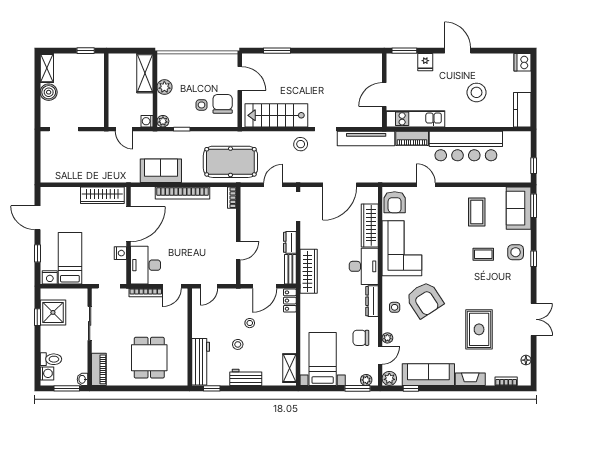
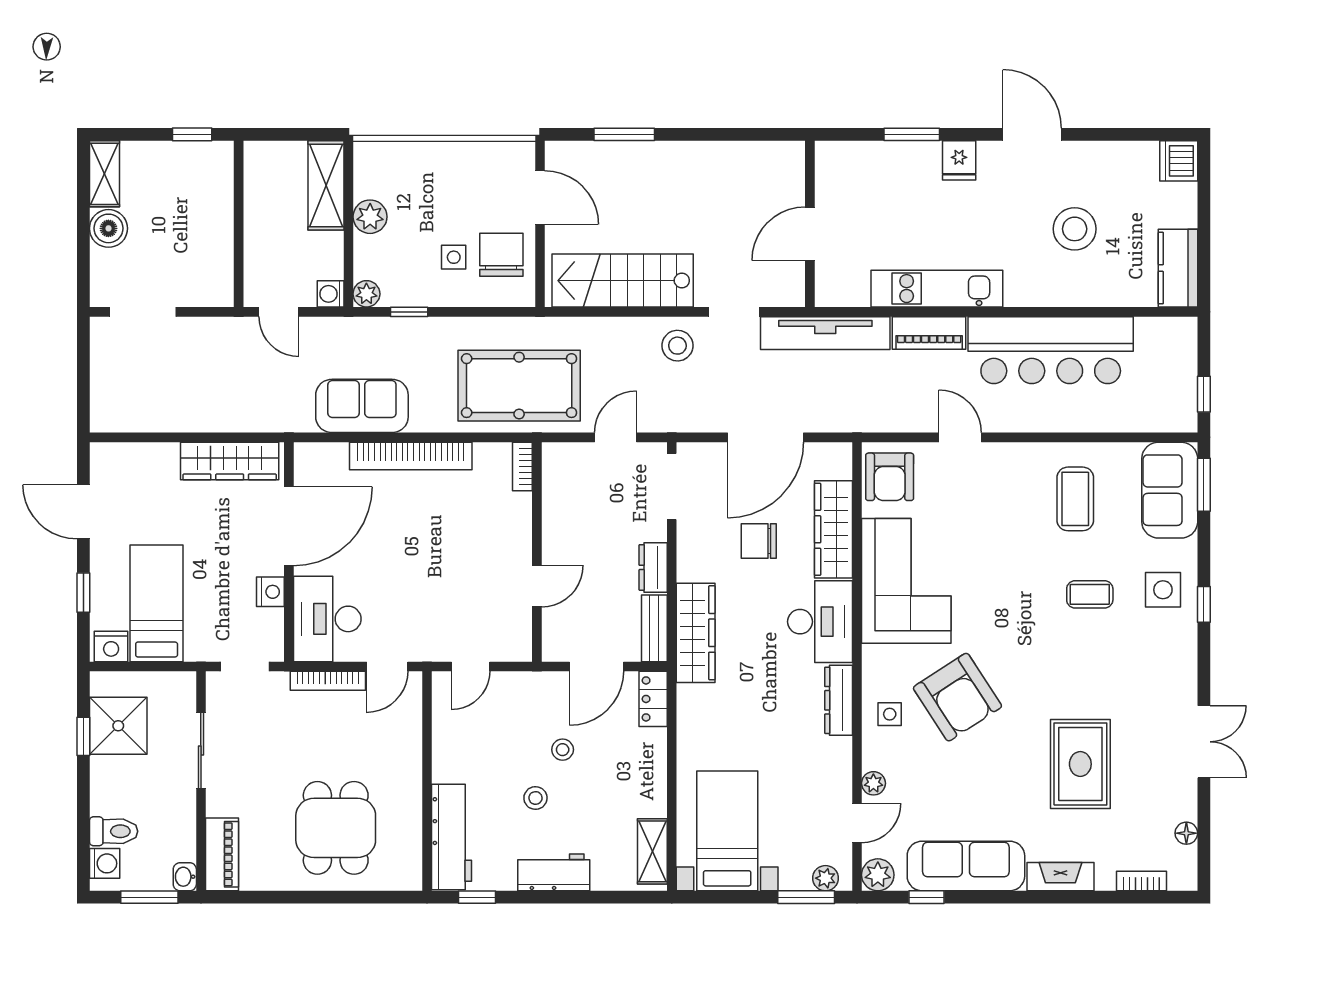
wall: (384, 90) -> (810, 224), moved
door: (384, 95) -> (810, 234), moved
chair: (361, 338) -> (759, 541), moved

